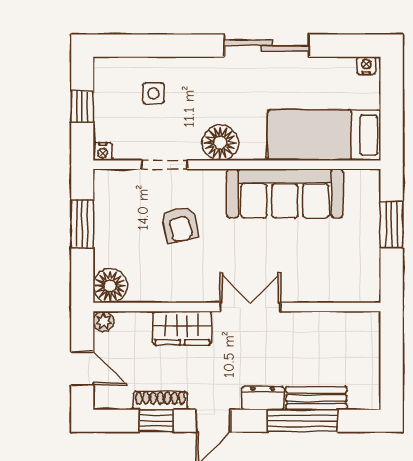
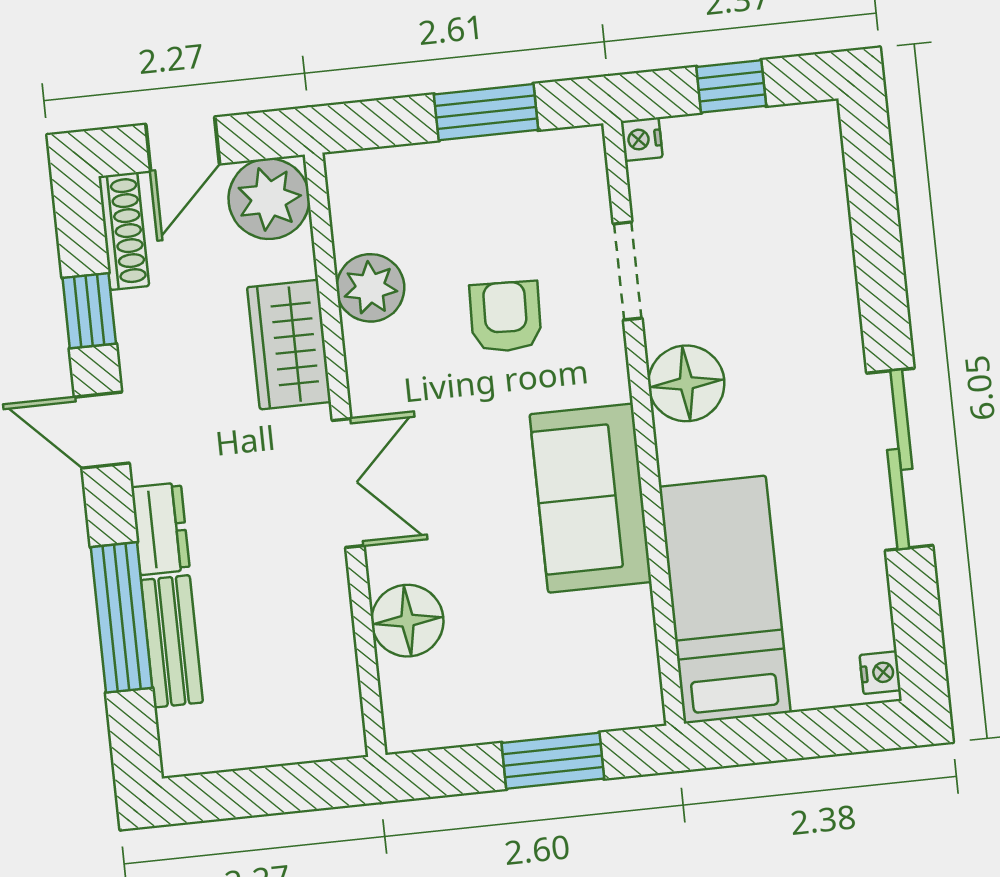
side table: (153, 93) -> (775, 233), removed
sofa: (285, 193) -> (591, 498), width x0.73
armchair: (180, 225) -> (506, 317), turned 105
floor lamp: (110, 286) -> (407, 621), moved
plant: (159, 287) -> (370, 288), added
plant: (103, 321) -> (269, 199), width x1.87, depth x1.87
shoe rack: (160, 401) -> (124, 231), moved

